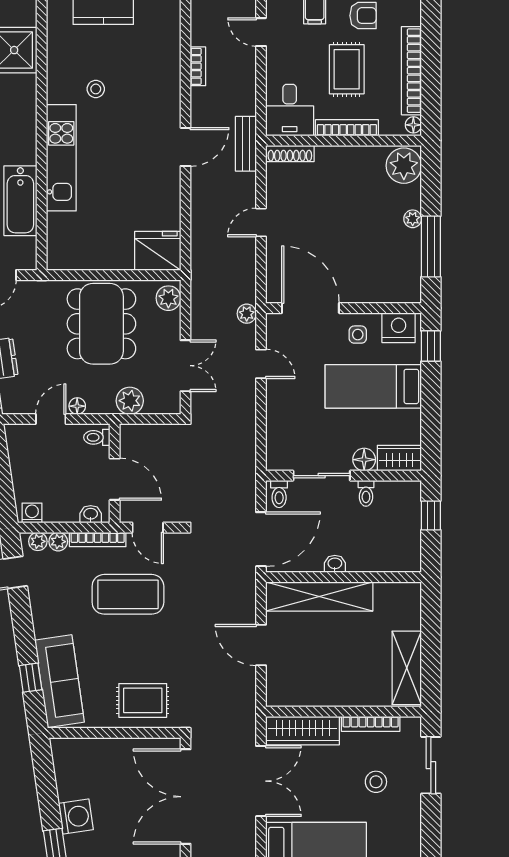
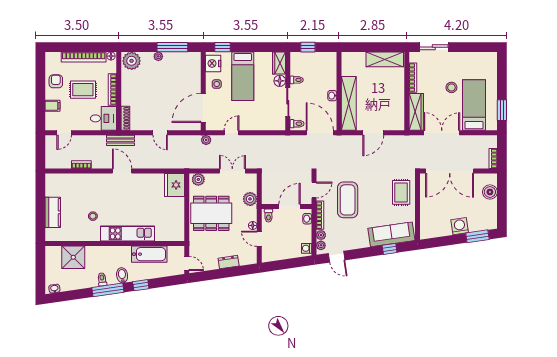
stool: (376, 782) -> (451, 87), moved

